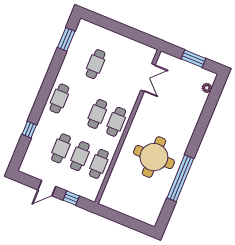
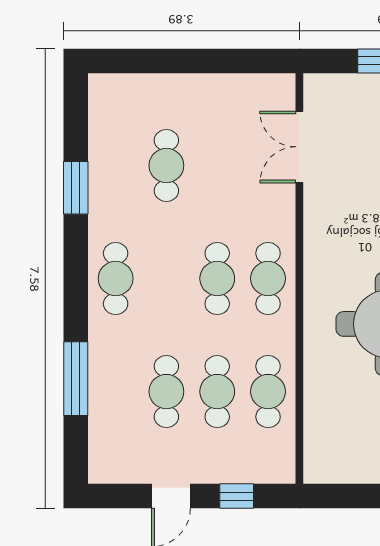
window: (66, 39) -> (76, 188), moved
double door: (148, 77) -> (299, 147), swing flipped
window: (29, 130) -> (76, 379), width x2.17

